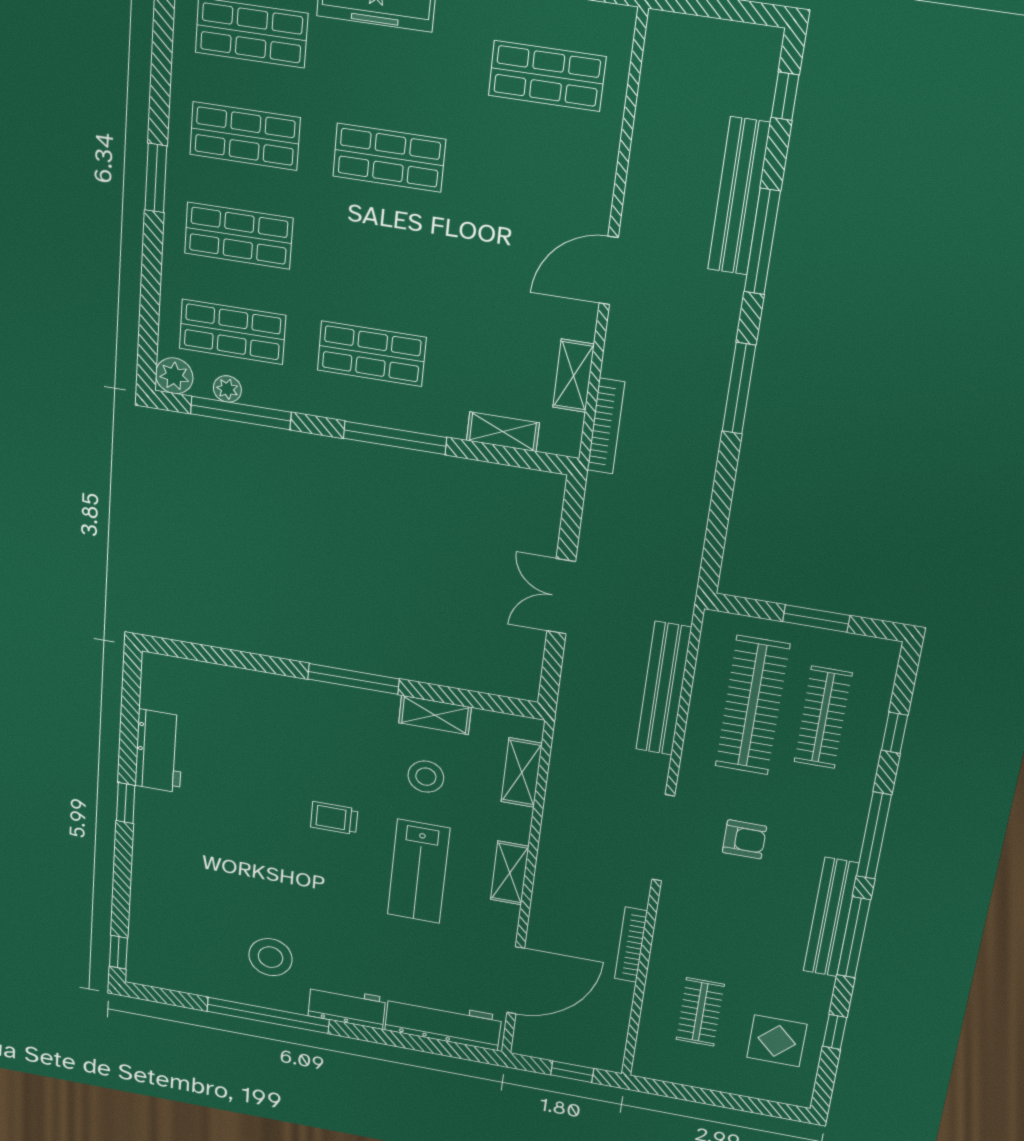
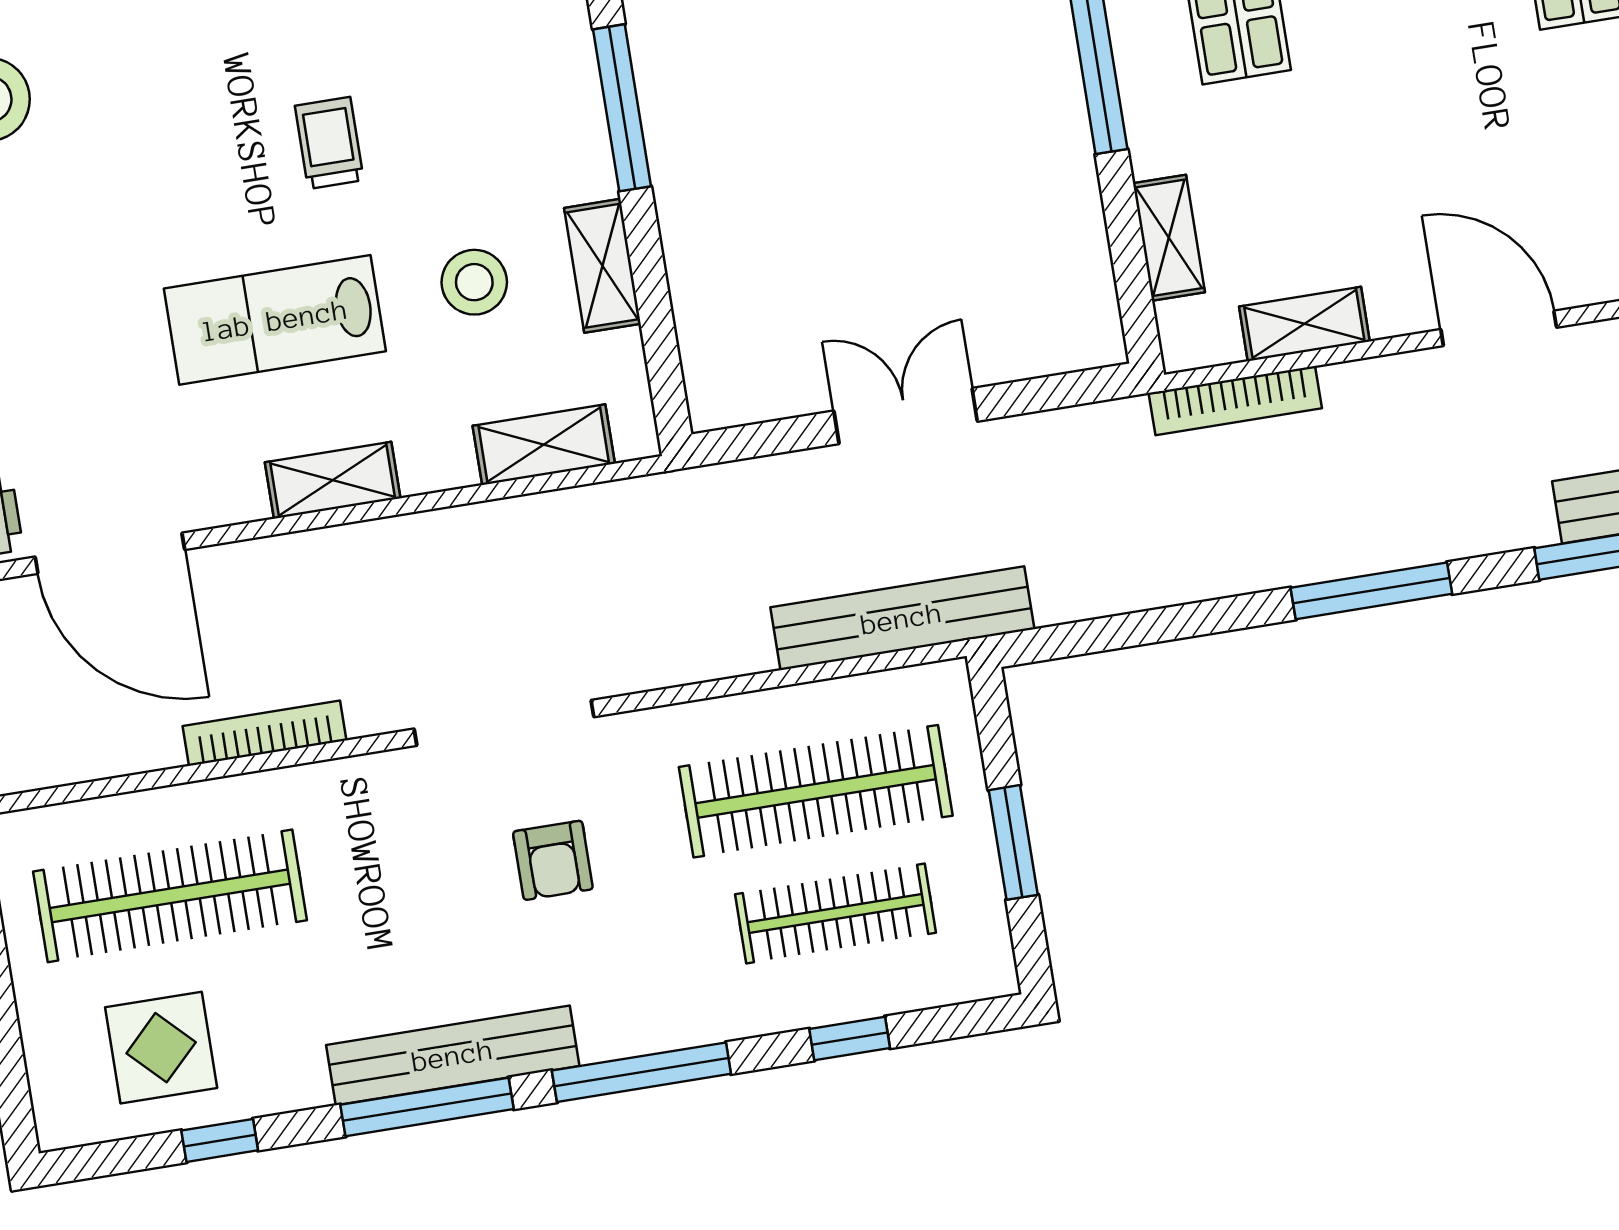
bench: (664, 689) -> (902, 618), moved
clothes rail: (700, 1012) -> (170, 896), width x1.86, depth x1.31

